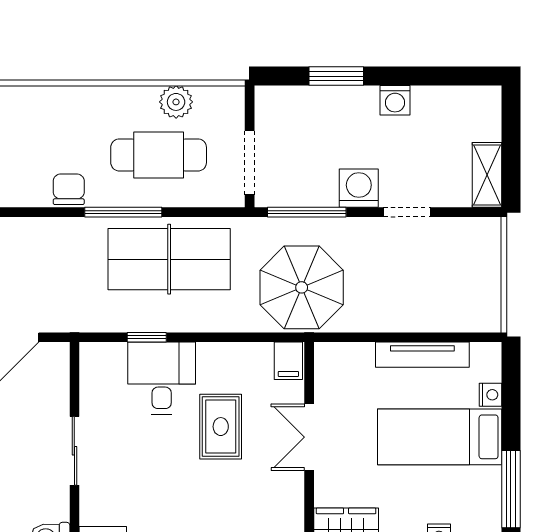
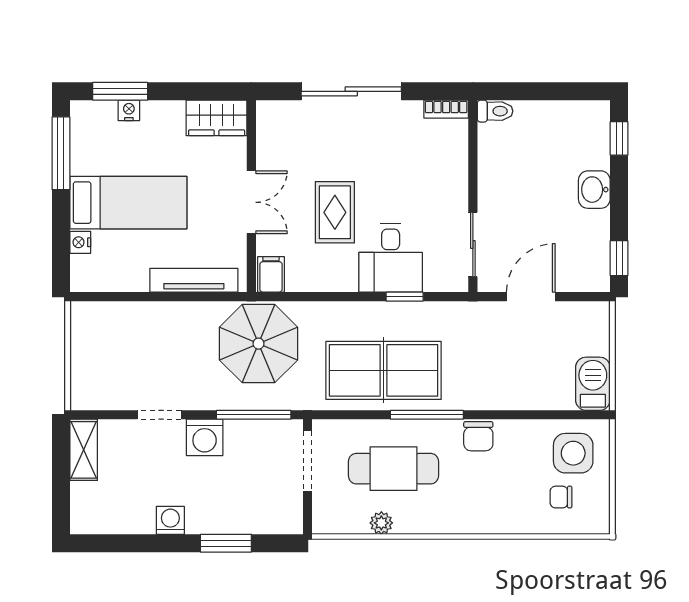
plant: (176, 102) -> (381, 523), width x0.73, depth x0.73
tv unit: (422, 355) -> (194, 280), moved
sliding door: (74, 451) -> (473, 245), moved

